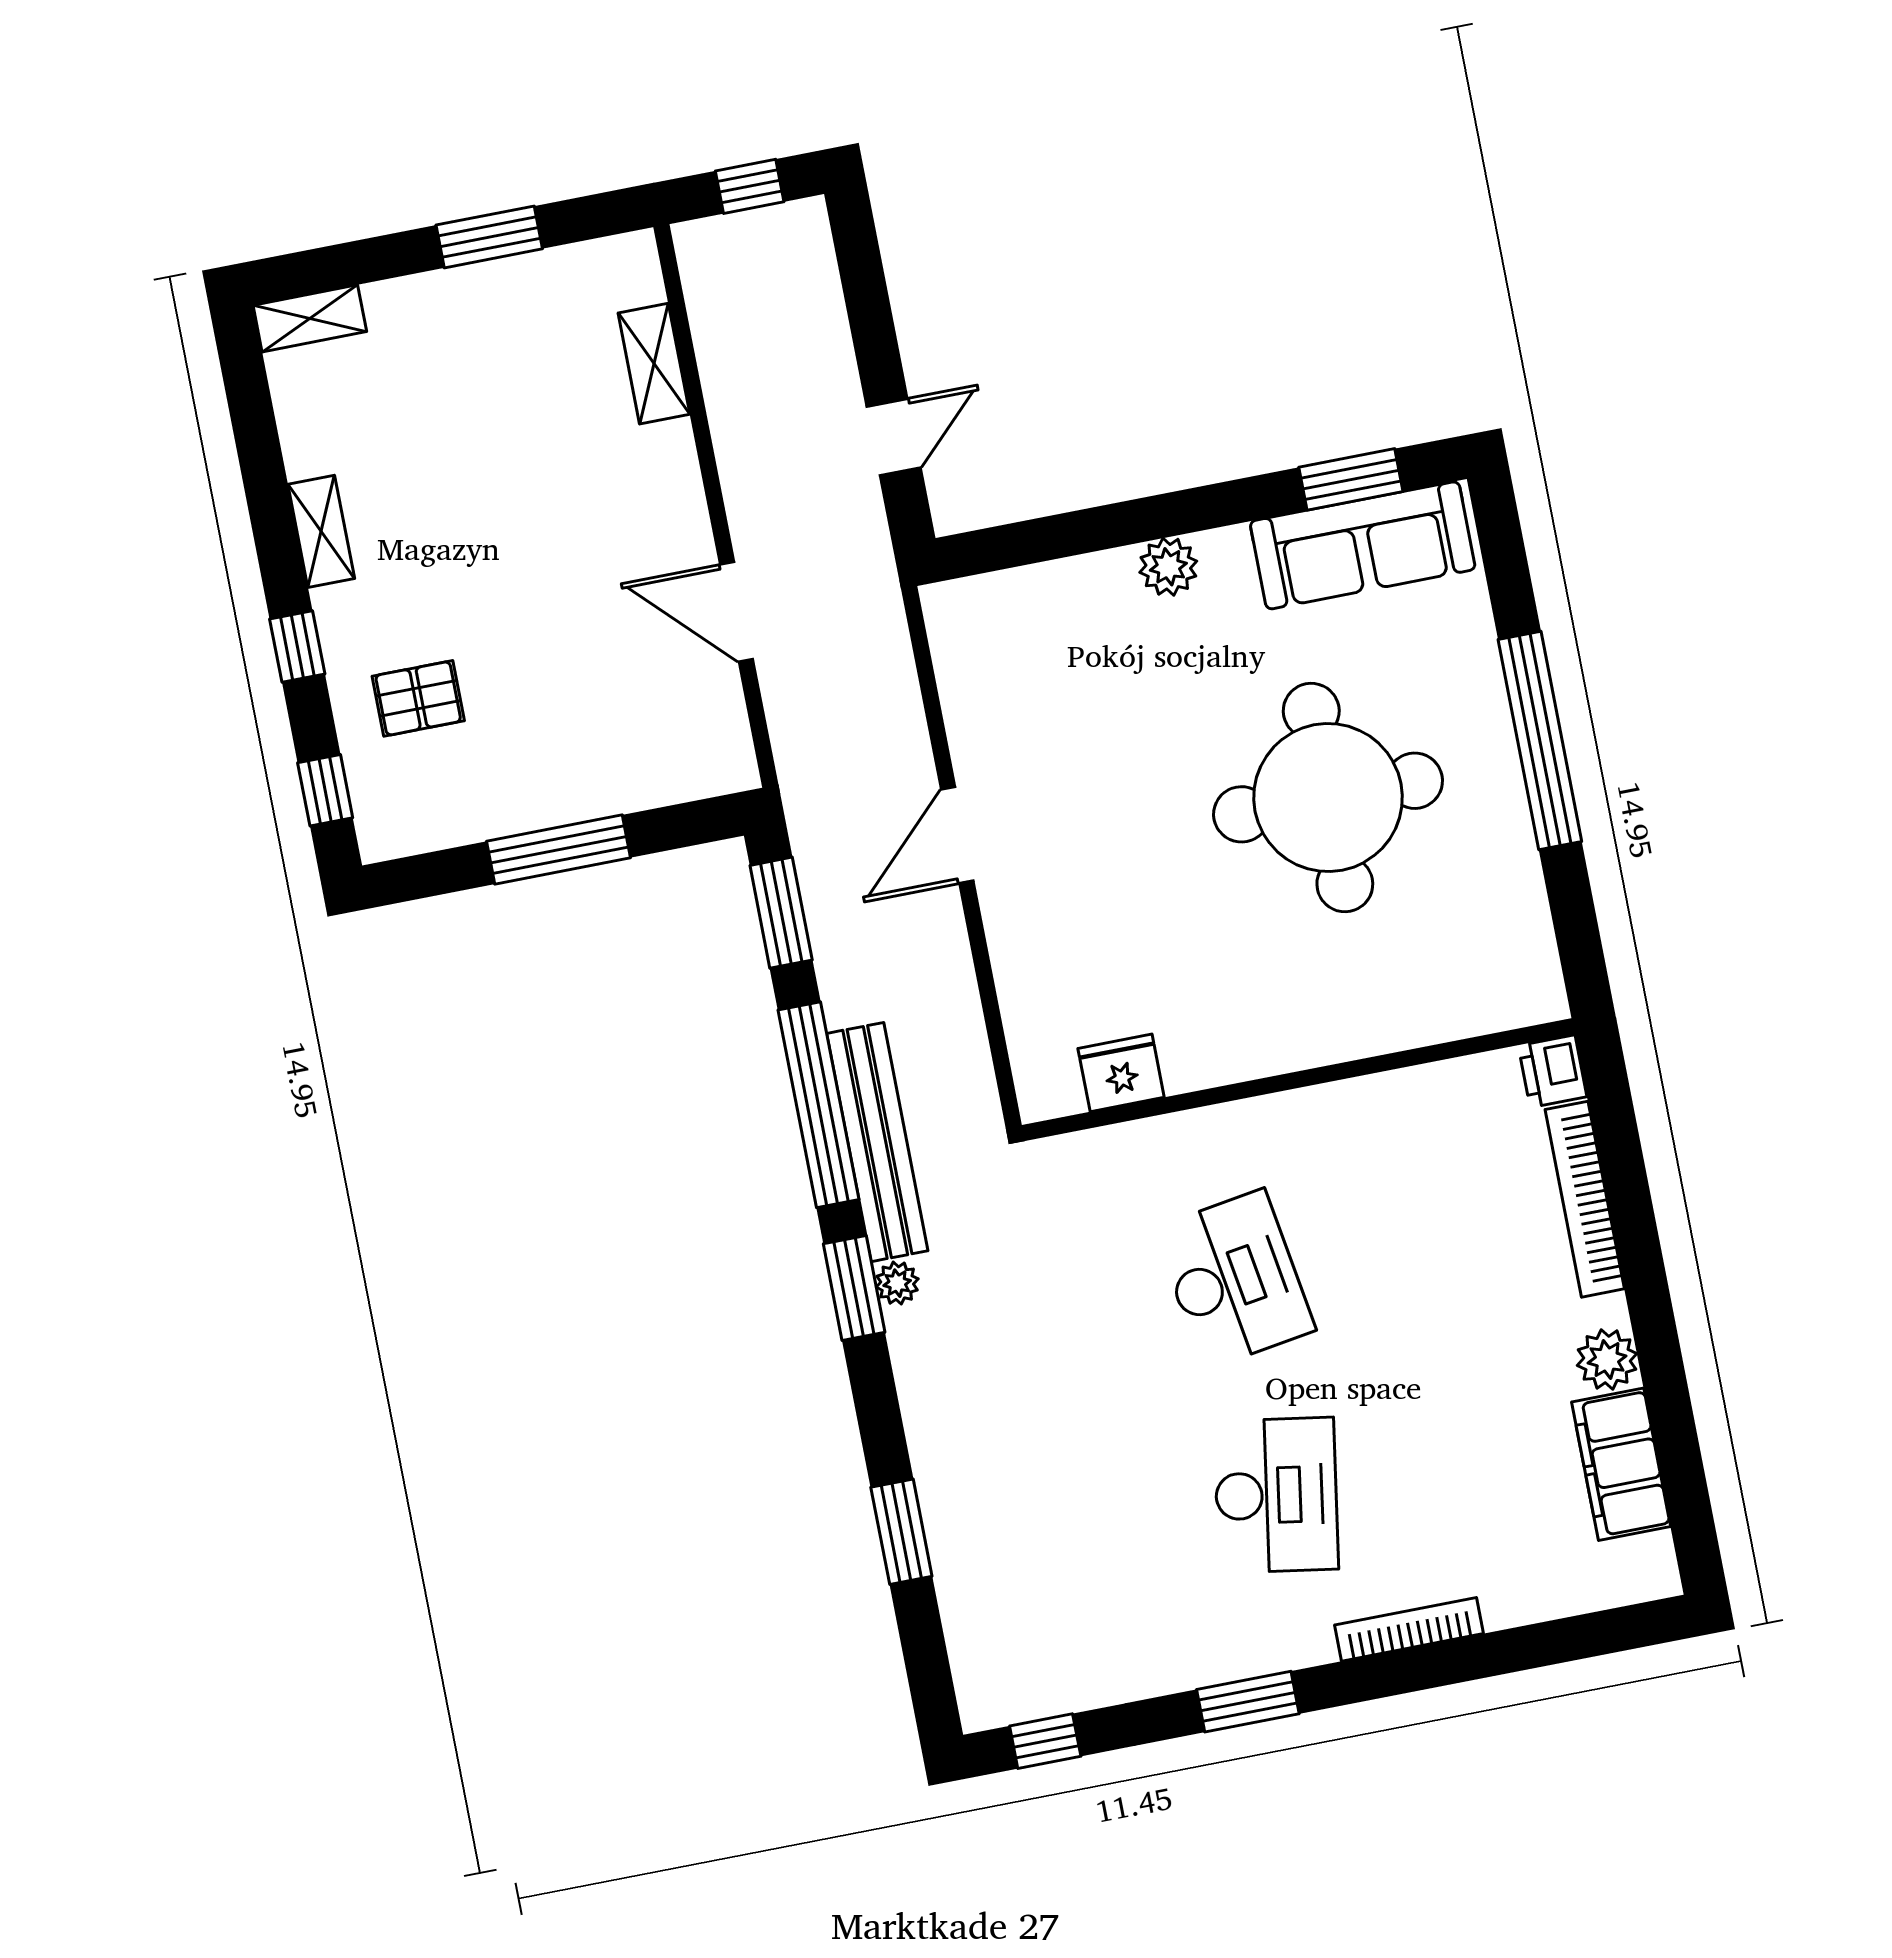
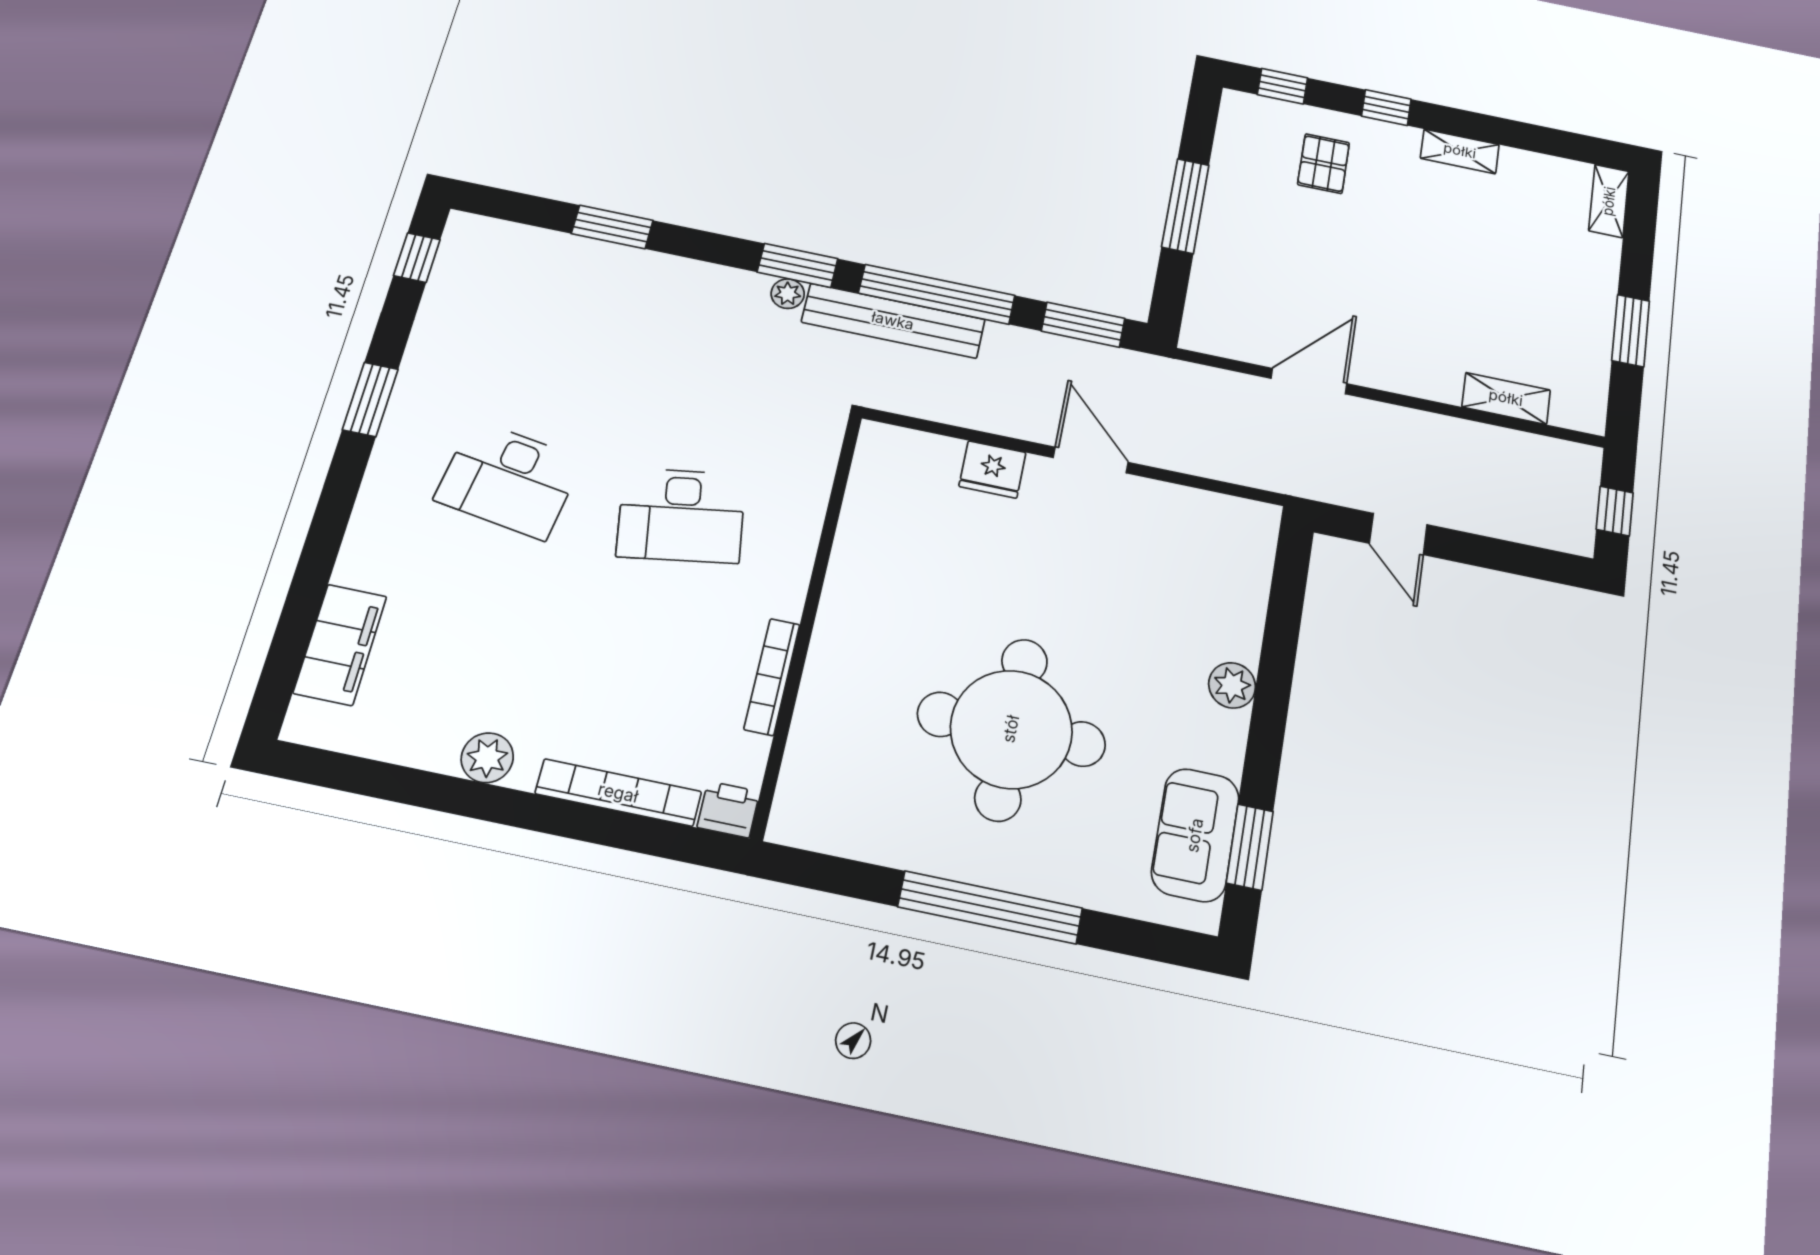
sofa: (1363, 545) -> (1195, 835), width x0.73
fridge: (1121, 1073) -> (992, 469), moved, turned 90
filing cabinet: (1621, 1464) -> (340, 645), moved, turned 90
bookcase: (1409, 1629) -> (772, 677), moved, turned 180

